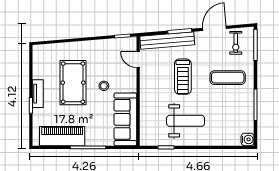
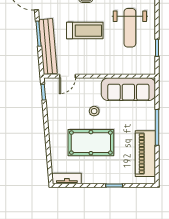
tv unit: (38, 94) -> (67, 179), moved
weight bench: (186, 121) -> (130, 28), turned 180

